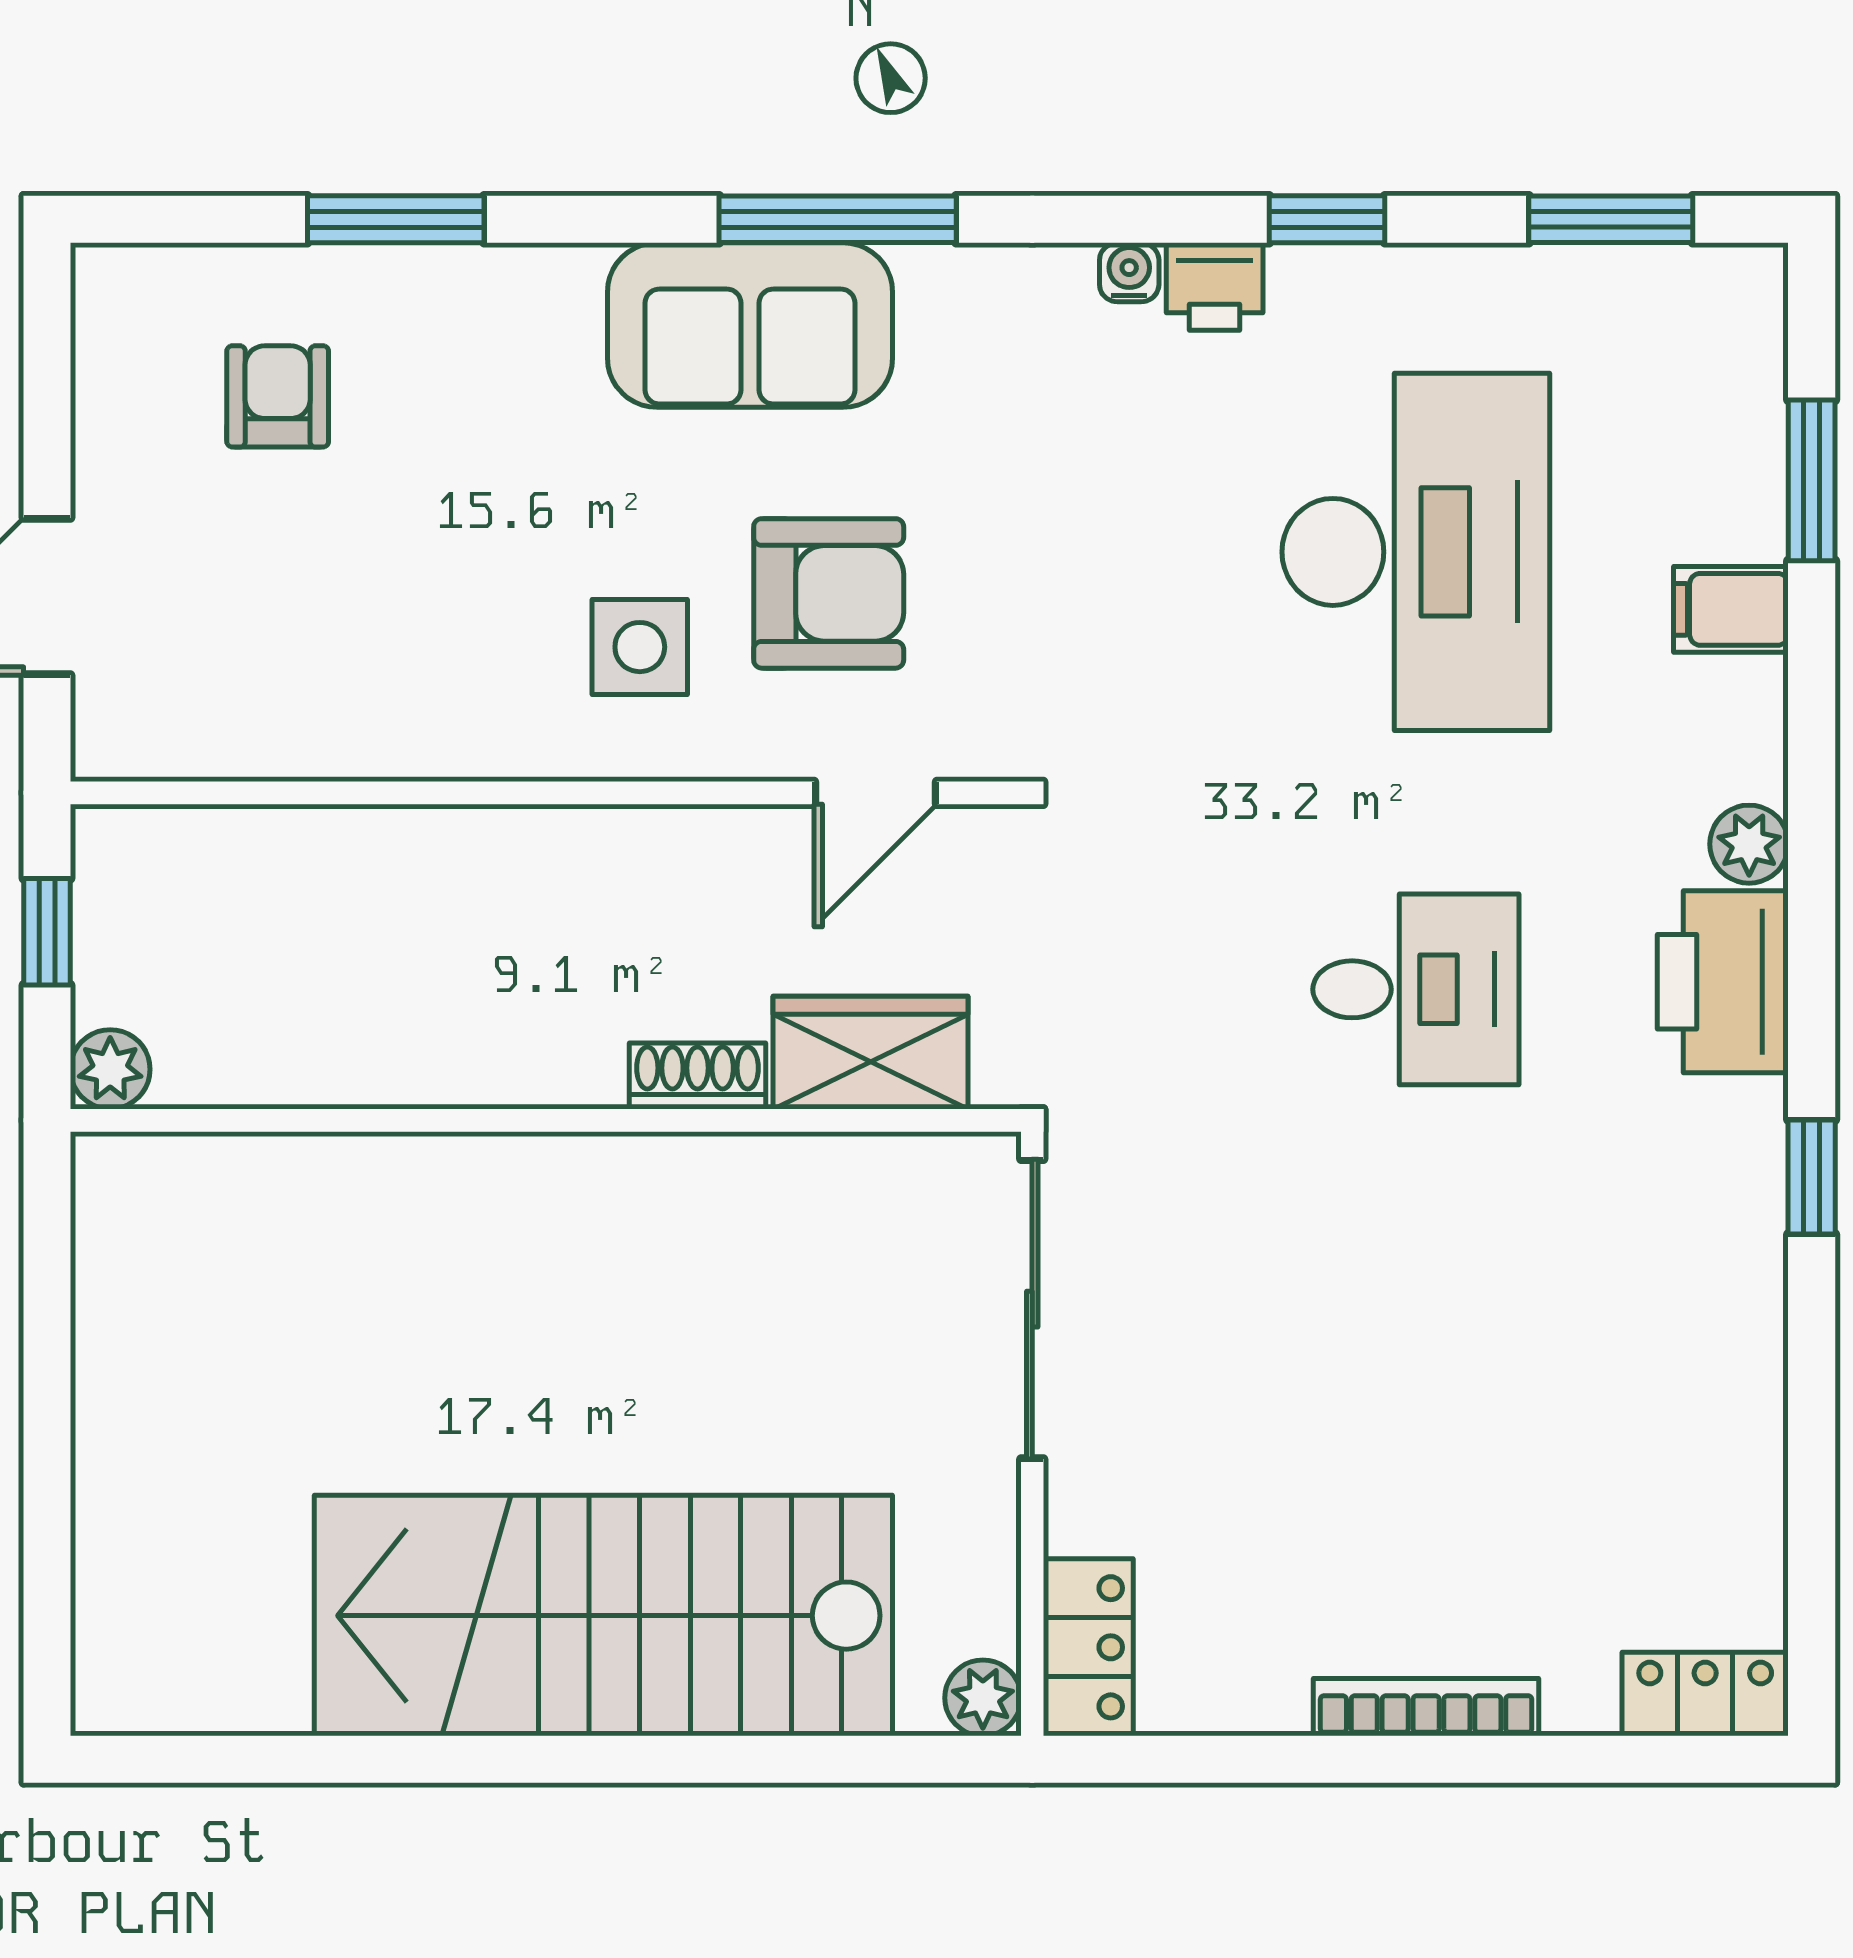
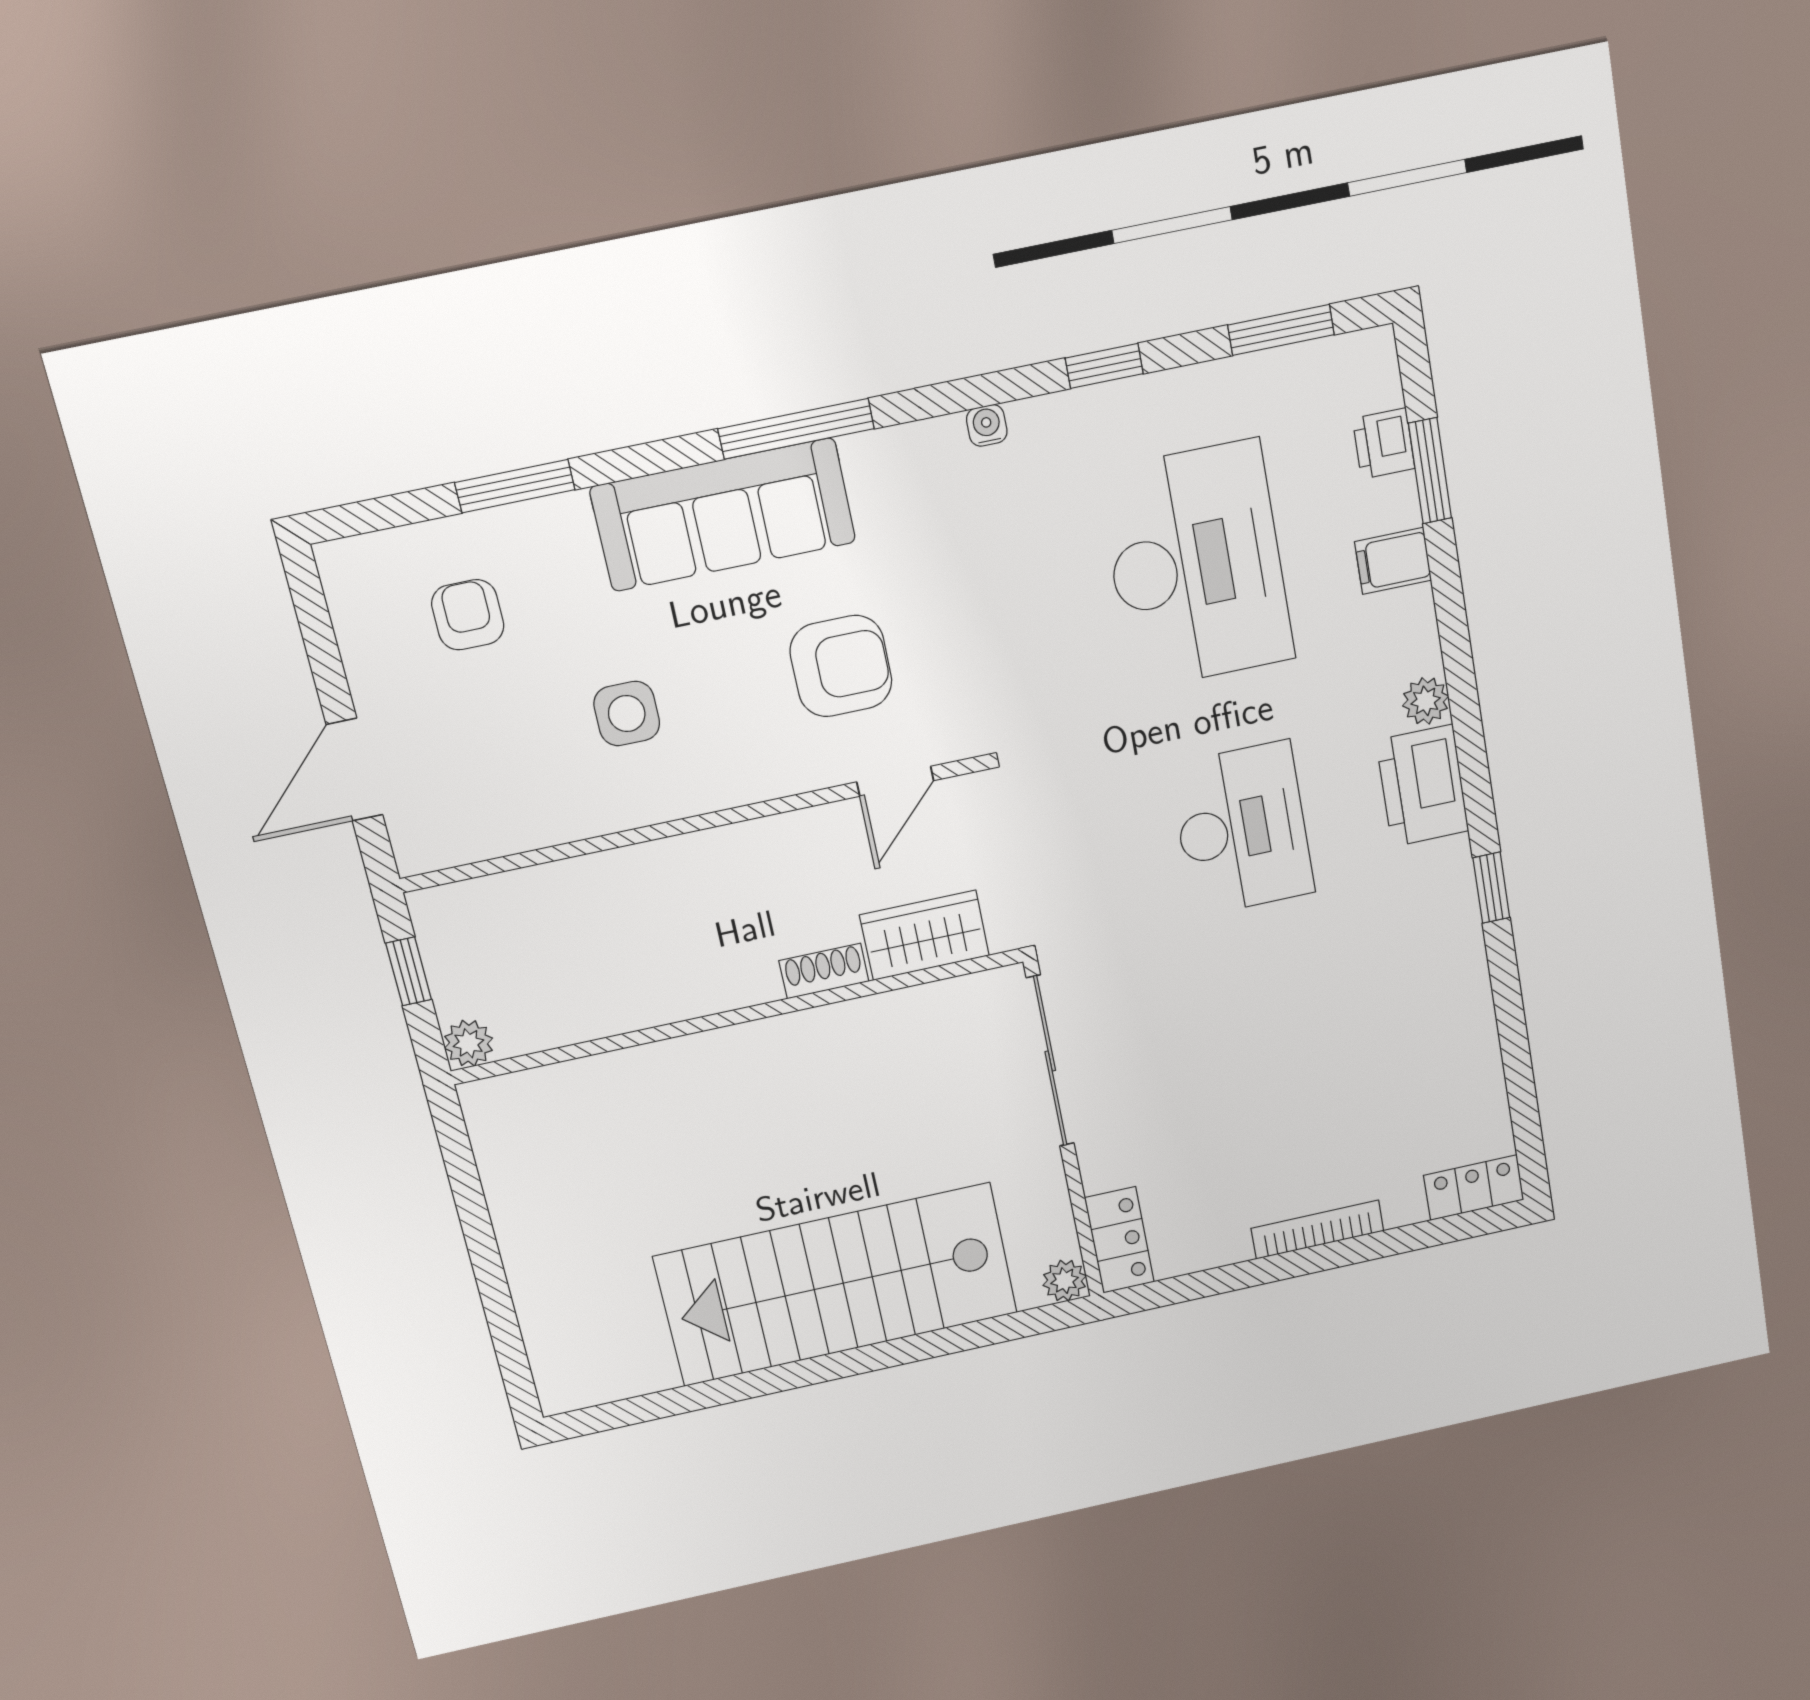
printer: (1215, 287) -> (1384, 444), moved, turned 90
sofa: (750, 325) -> (723, 515), width x1.36
side table: (640, 647) -> (627, 714), moved
desk: (1416, 989) -> (1242, 829), width x1.37

